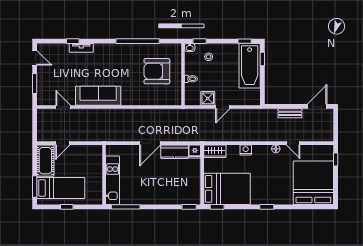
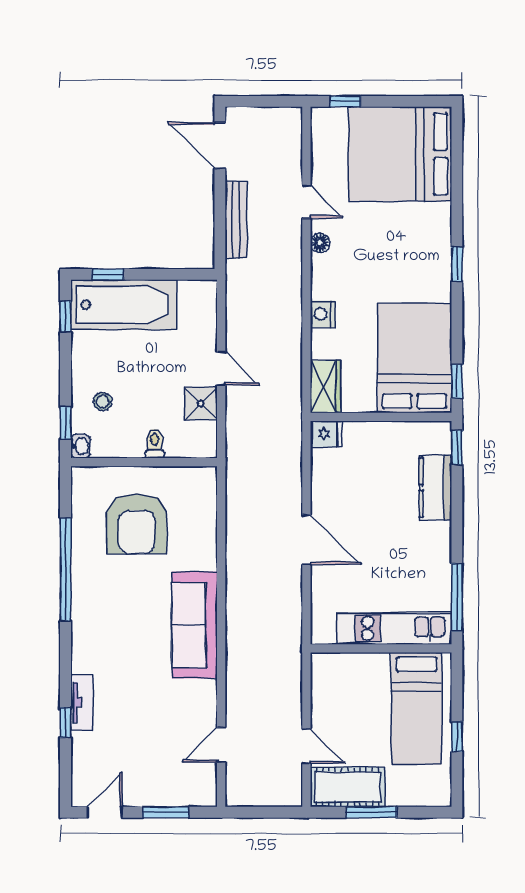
sofa: (98, 96) -> (195, 625), moved
bench: (290, 113) -> (236, 220), width x1.36
door: (293, 143) -> (306, 202), hinge flipped
kitchen counter: (175, 152) -> (435, 488), moved, turned 180
window: (35, 187) -> (372, 812), moved
bed: (61, 188) -> (416, 709), moved, turned 180

